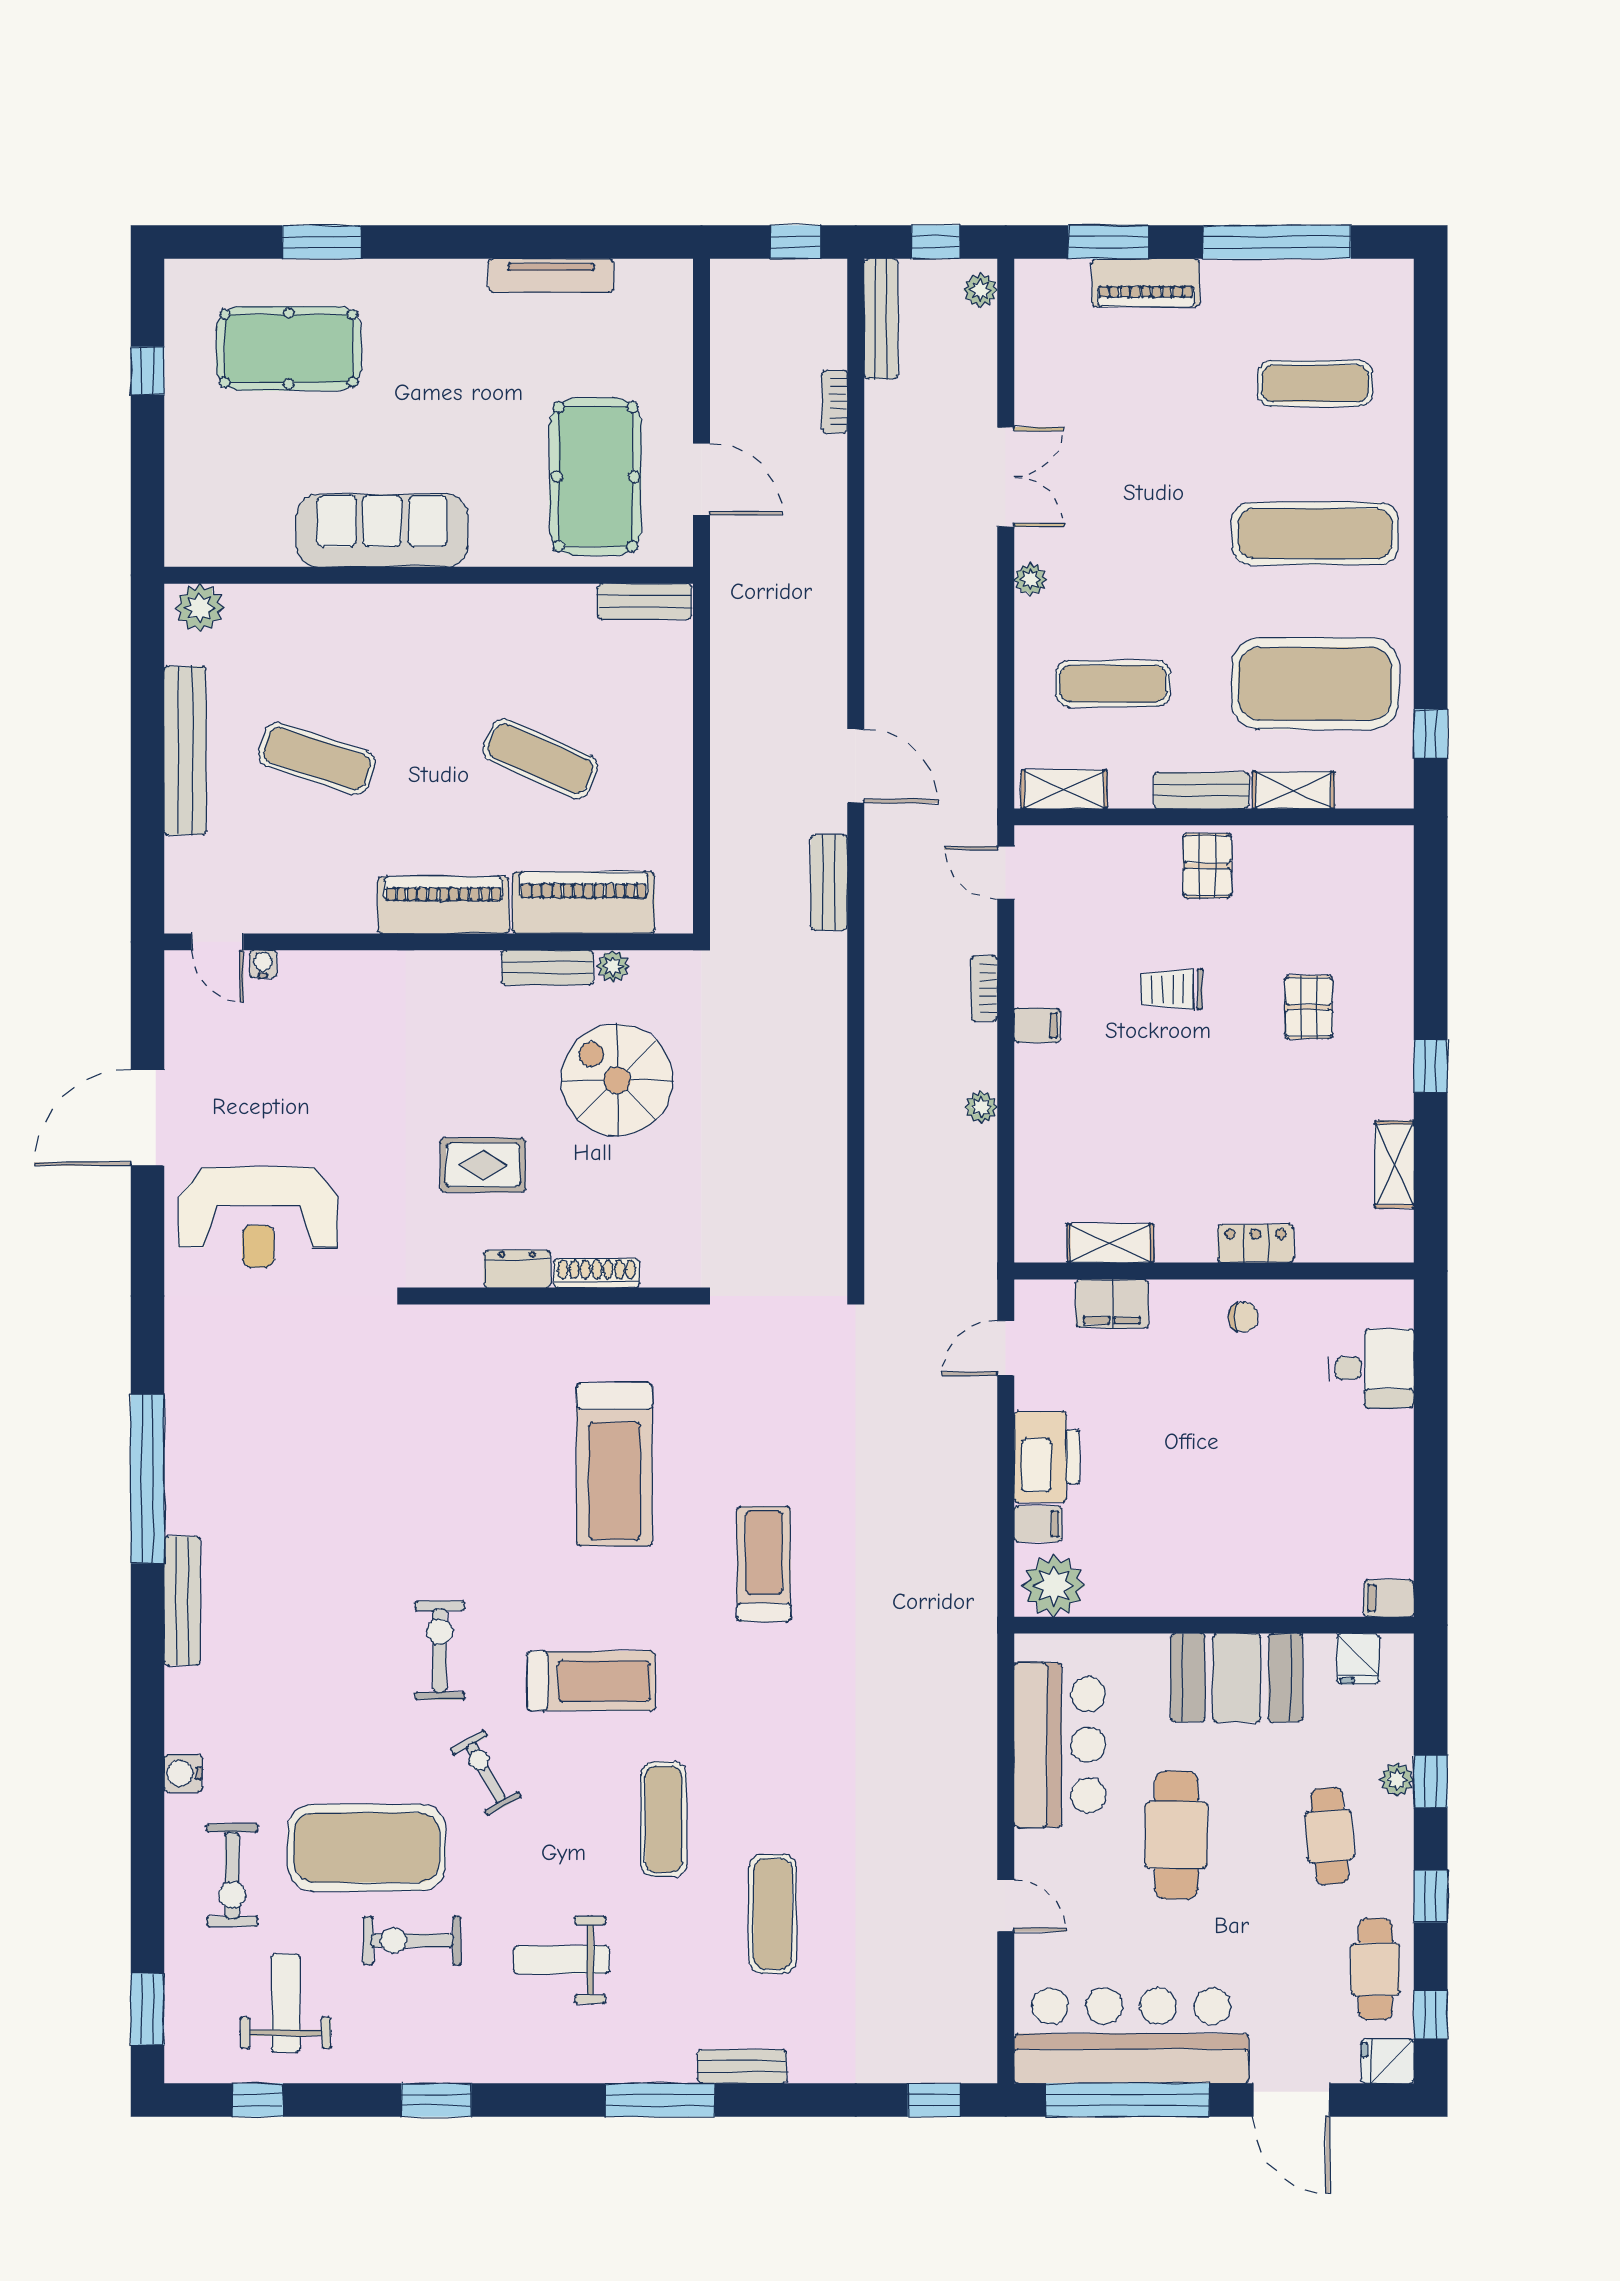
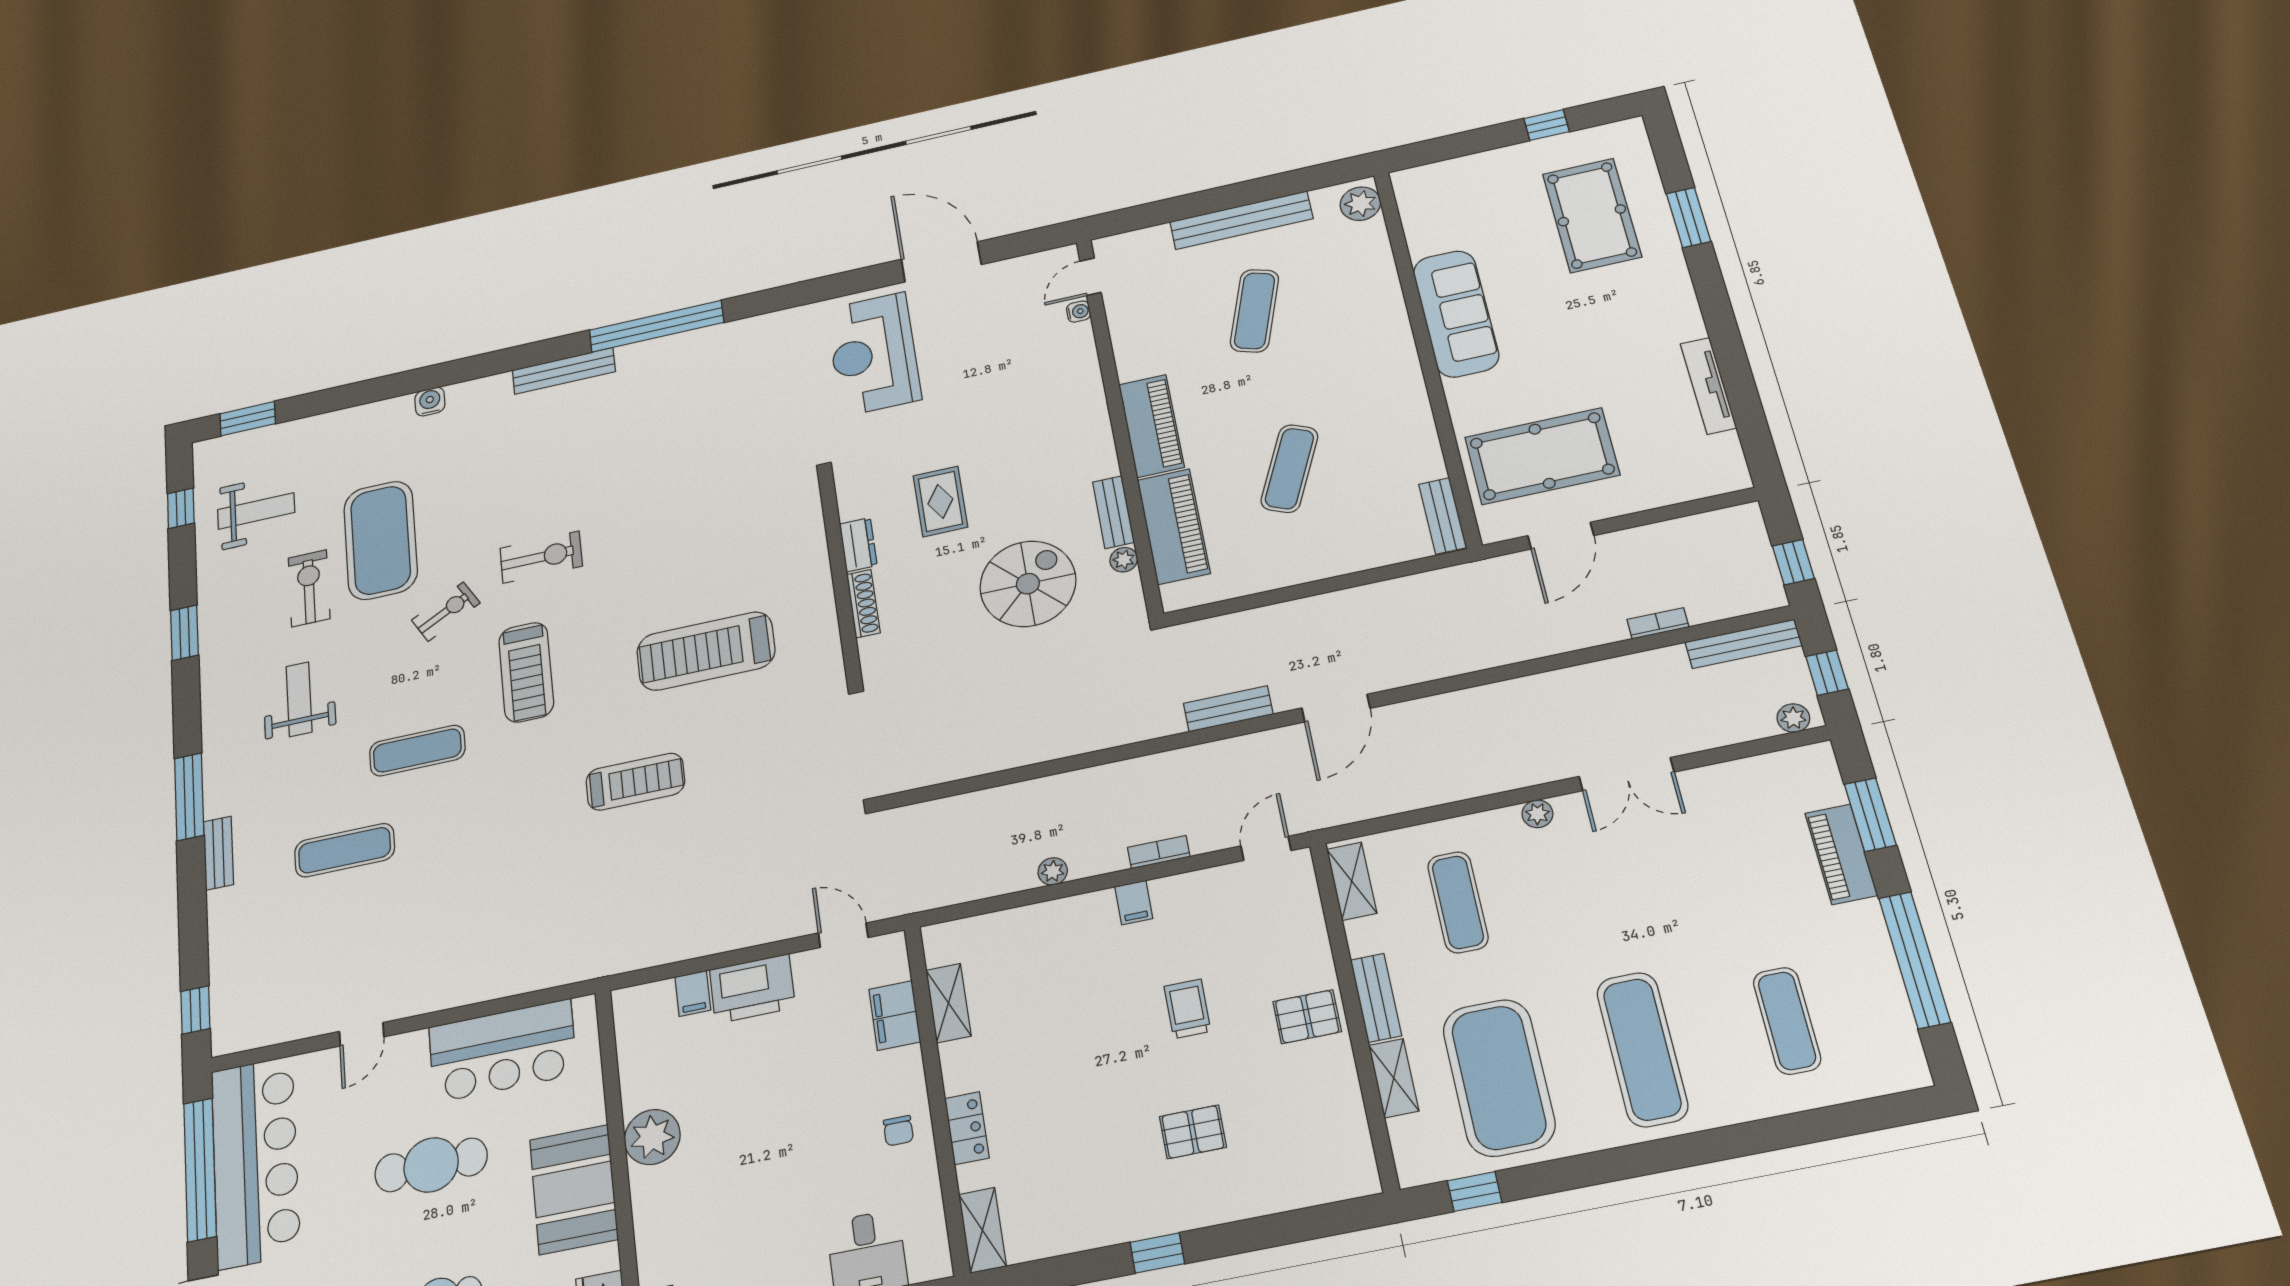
shelving: (1394, 1164) -> (982, 1230), moved, turned 90
plant: (1054, 1586) -> (652, 1137), moved
exercise bike: (232, 1875) -> (353, 452), removed

